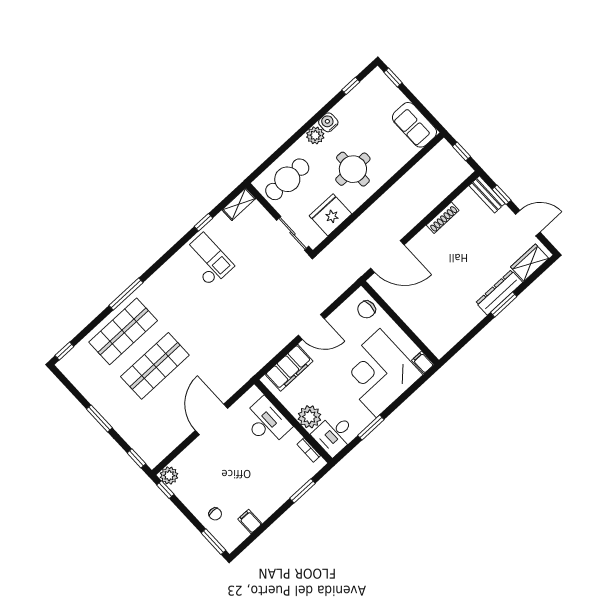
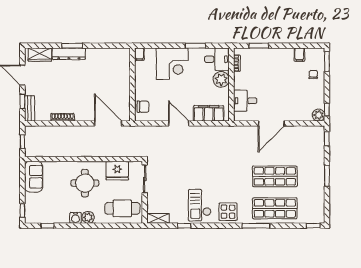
display table: (170, 281) -> (228, 212), added
corner desk: (378, 373) -> (172, 64), width x0.74, depth x0.74
desk: (266, 422) -> (245, 101), width x0.73

